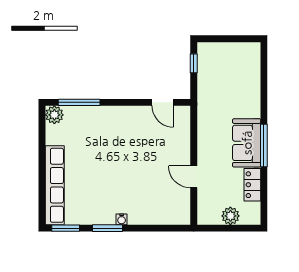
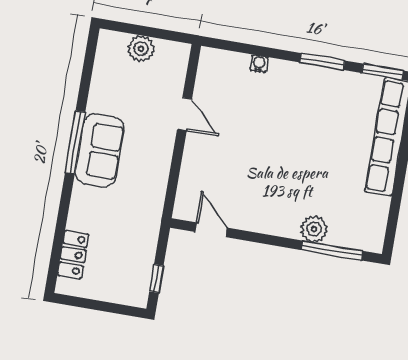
plant: (54, 115) -> (314, 229), moved
locker: (252, 185) -> (73, 255), moved
water cooler: (122, 219) -> (259, 64), moved

